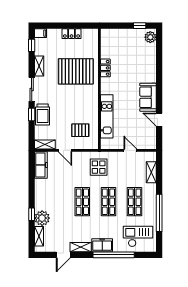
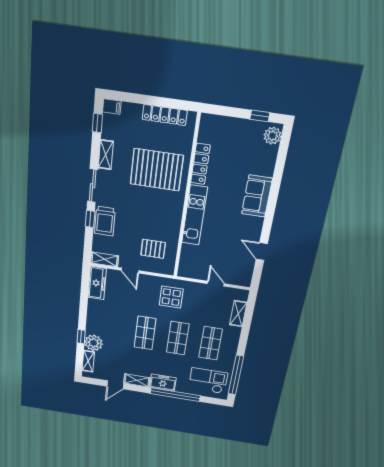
locker: (72, 34) -> (165, 115), width x1.53
locker: (105, 68) -> (200, 164), width x1.53
sofa: (148, 97) -> (257, 196), moved
kitchen unit: (107, 116) -> (195, 215), moved
window: (159, 213) -> (236, 375), moved

